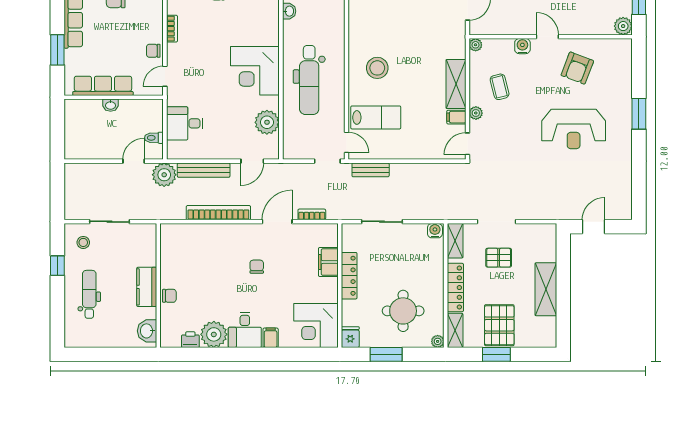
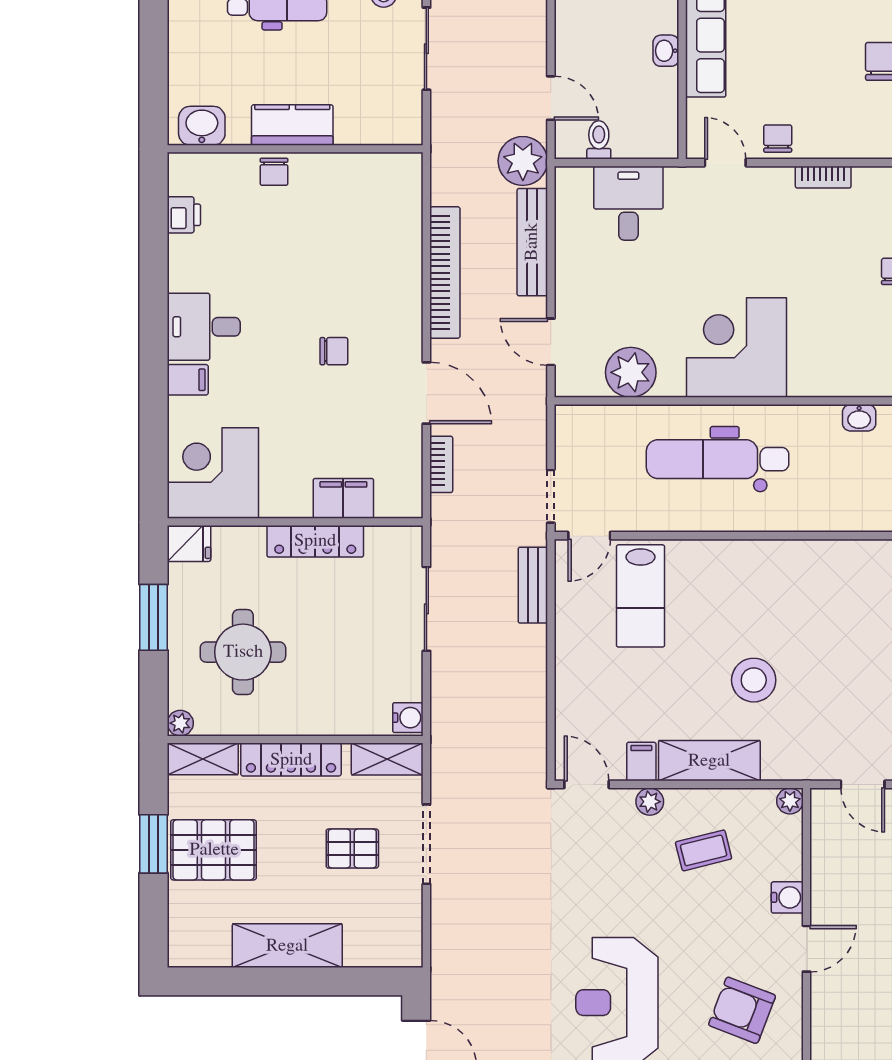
stool: (377, 68) -> (754, 680), moved
pallet: (499, 258) -> (352, 849), turned 90
plant: (214, 334) -> (195, 263), removed

